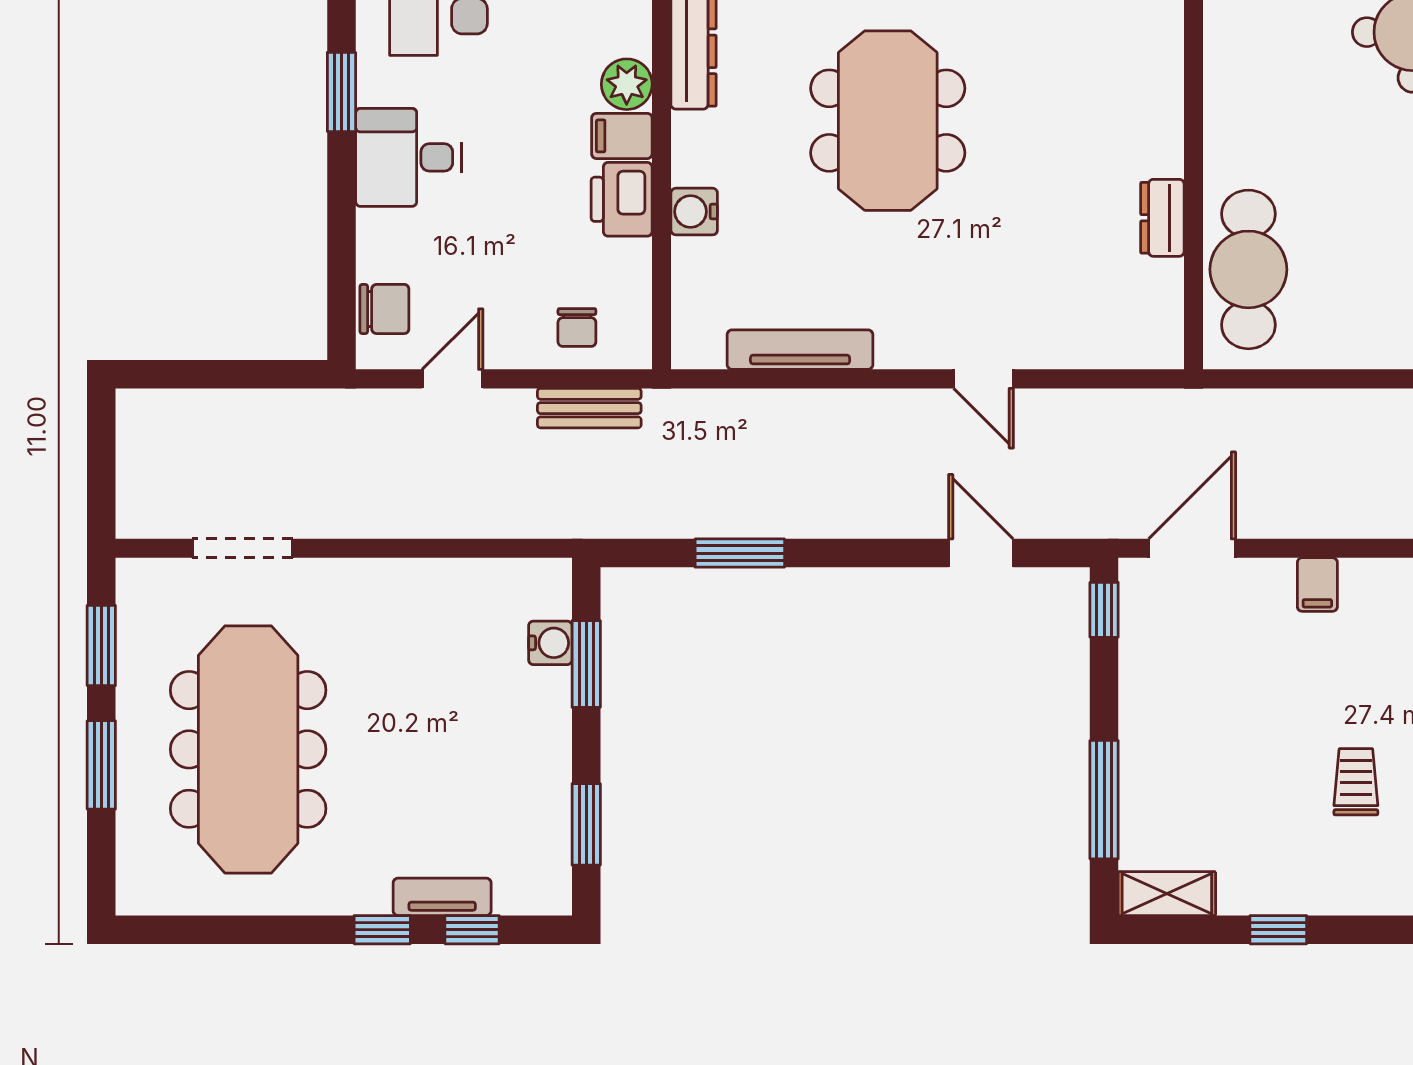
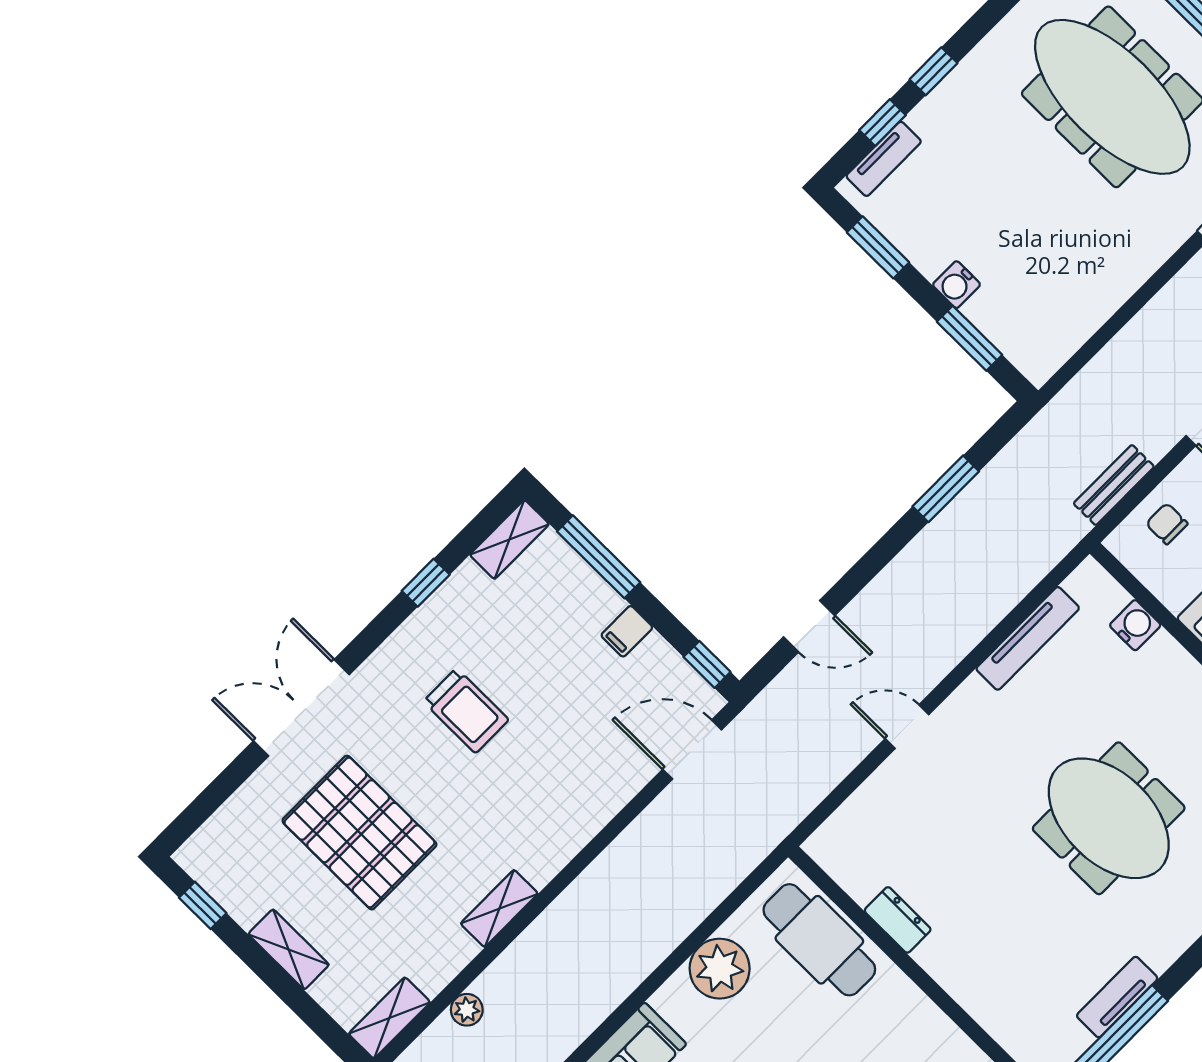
water cooler: (694, 212) -> (1135, 625), moved
plant: (1361, 332) -> (720, 969), added
door: (1192, 548) -> (692, 750), swing flipped
filing cabinet: (1317, 585) -> (627, 631), moved, turned -90
water cooler: (550, 643) -> (956, 285), moved
trolley: (1356, 782) -> (466, 711), width x1.36, depth x1.39
tv unit: (442, 897) -> (884, 159), moved

